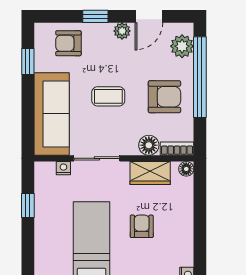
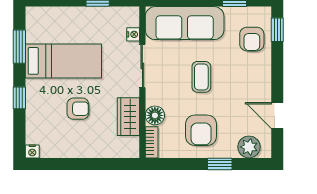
window: (95, 16) -> (277, 30), moved
plant: (122, 31) -> (263, 90), removed
armchair: (68, 43) -> (252, 39), turned 180
window: (200, 77) -> (220, 164), width x0.32
floor lamp: (186, 169) -> (132, 151), removed

